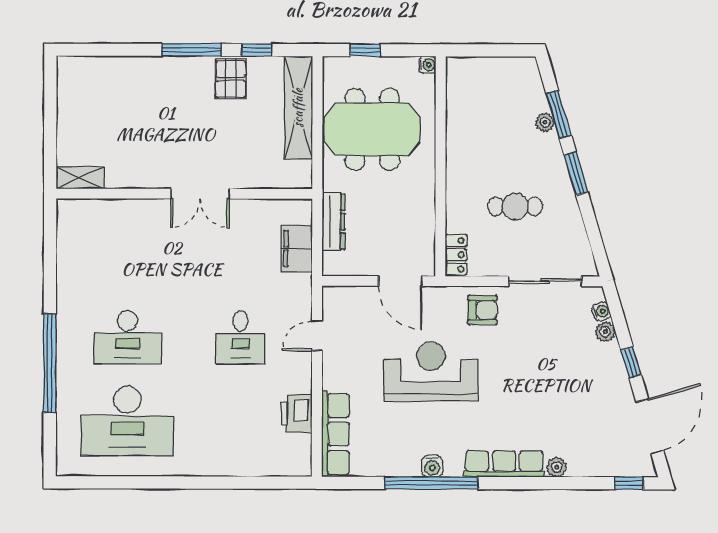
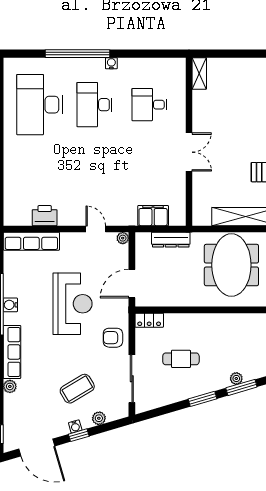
double door: (200, 194) -> (189, 152), swing flipped
cafe table: (515, 206) -> (181, 359), turned 90
plant: (331, 295) -> (123, 238), added
armchair: (483, 310) -> (113, 338), turned 90
water cooler: (601, 311) -> (75, 426), moved
water cooler: (65, 312) -> (111, 63), added
desk: (240, 338) -> (149, 105), moved
coffee table: (560, 365) -> (77, 389), added

